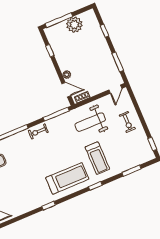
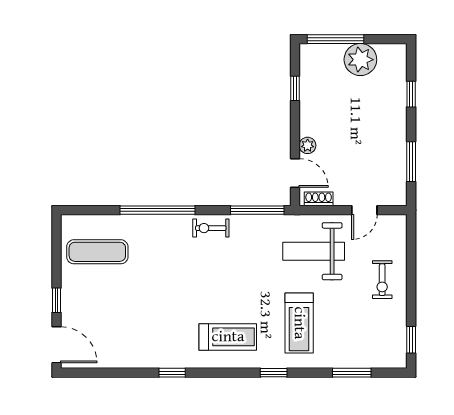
door: (115, 89) -> (364, 210), moved
treadmill: (67, 178) -> (228, 337), width x0.73, depth x0.73

